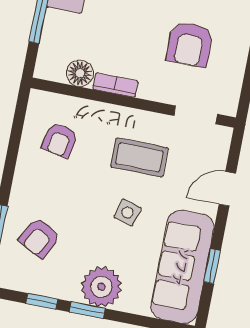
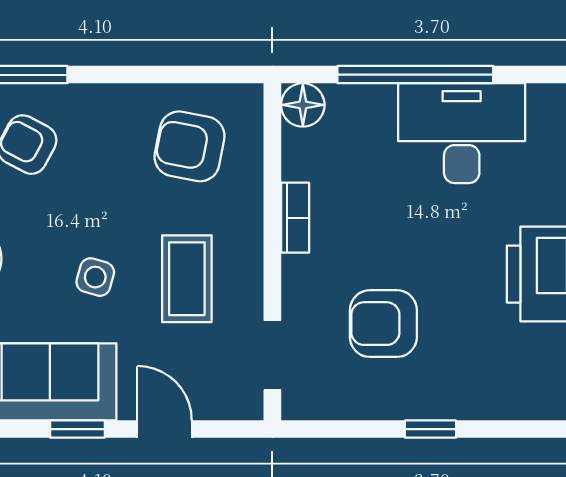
floor lamp: (80, 73) -> (303, 105), moved
armchair: (60, 140) -> (190, 146), width x1.38, depth x1.38
window: (212, 266) -> (77, 429), moved

